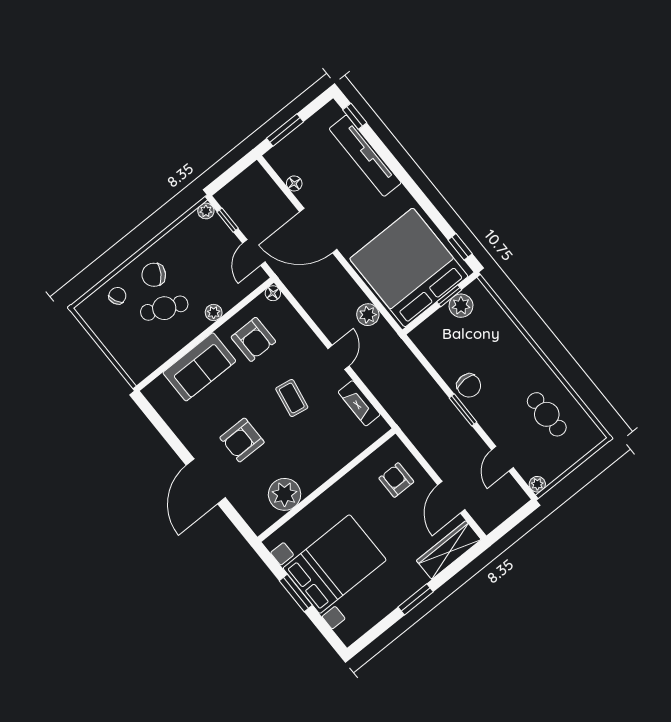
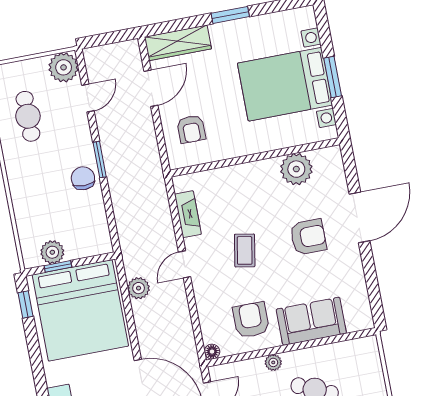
plant: (537, 484) -> (64, 67), width x1.87, depth x1.87

